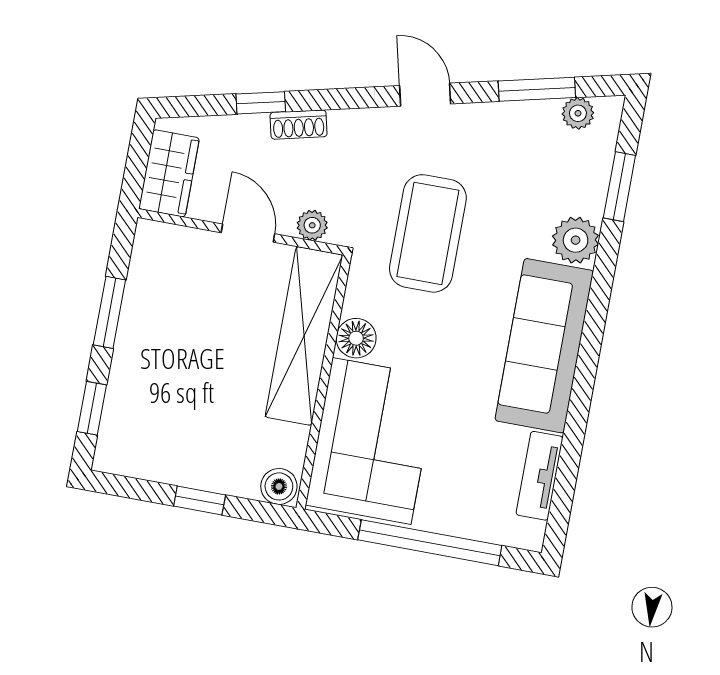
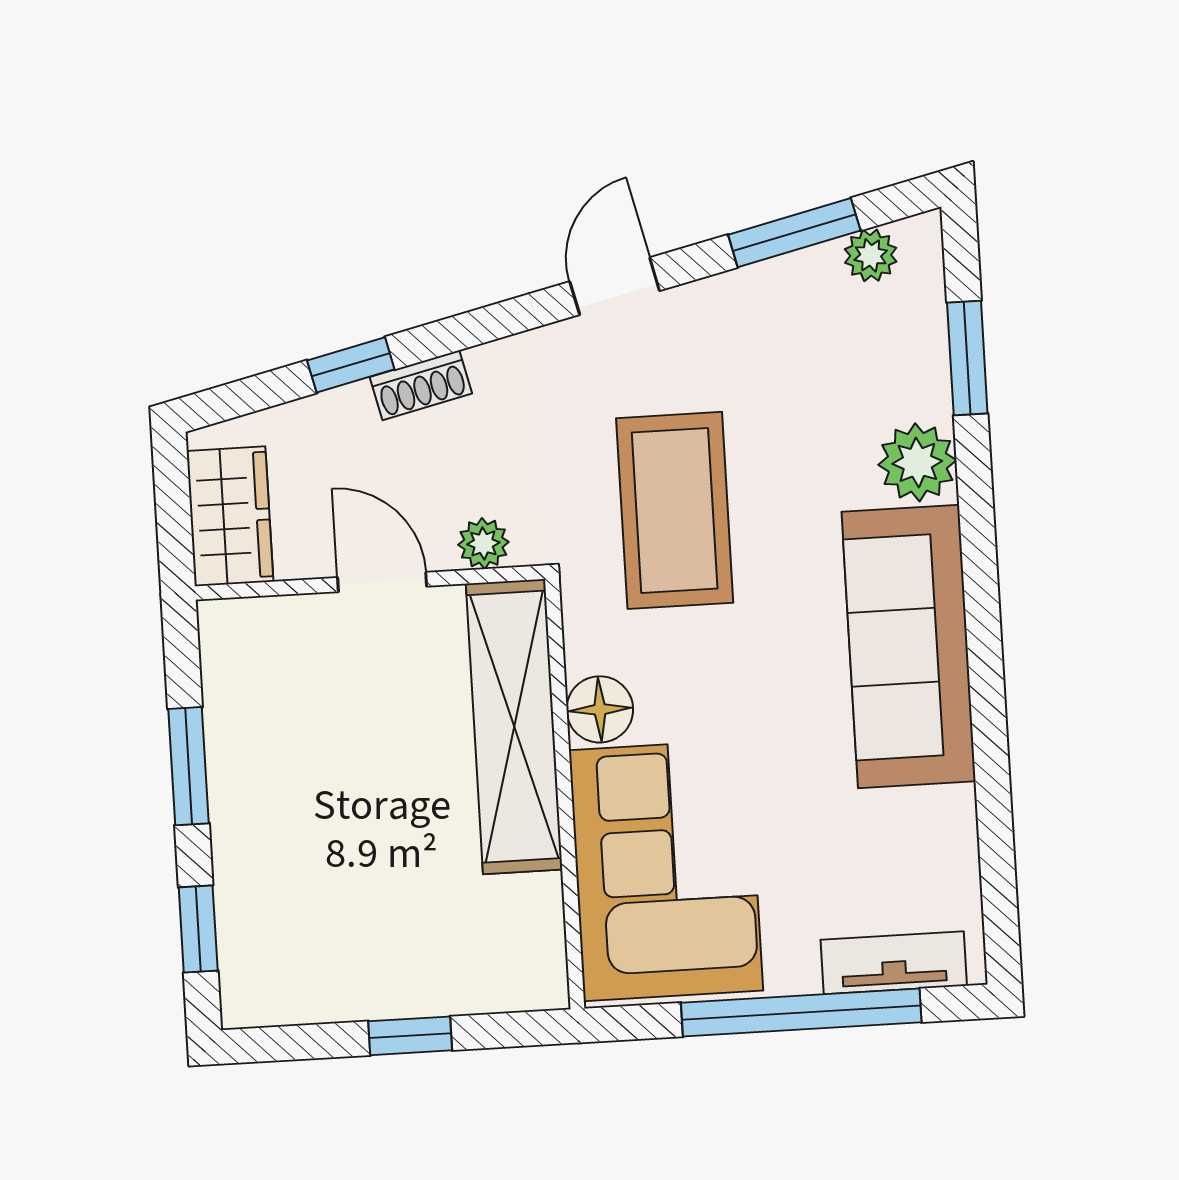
door: (425, 95) -> (615, 286), hinge flipped
tv unit: (540, 476) -> (894, 963), moved, turned 90
boiler: (279, 486) -> (534, 981), removed

